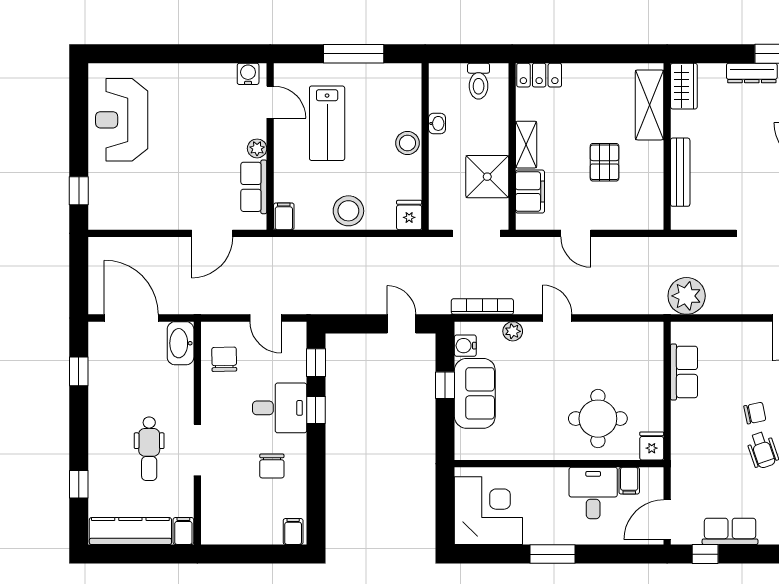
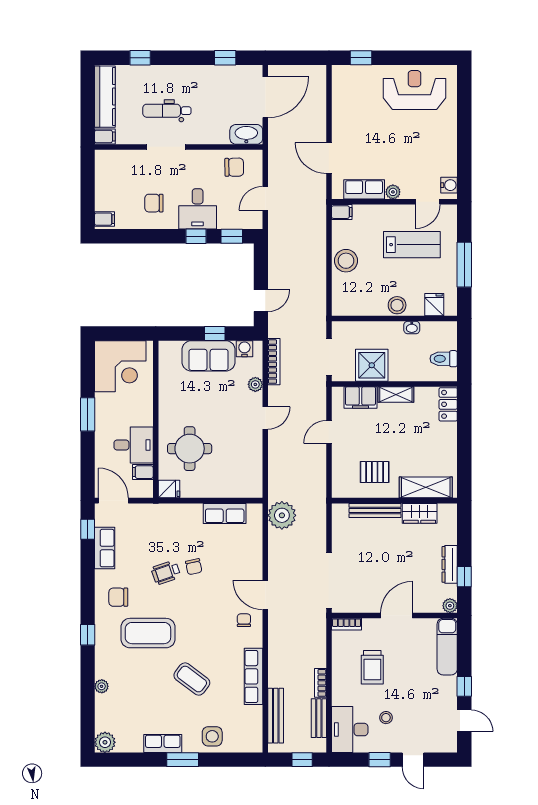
wardrobe: (684, 86) -> (420, 513), moved
lab bench: (327, 123) -> (412, 245), turned 180
pallet: (605, 162) -> (375, 472), moved
fridge: (409, 215) -> (434, 305), moved, turned -90

